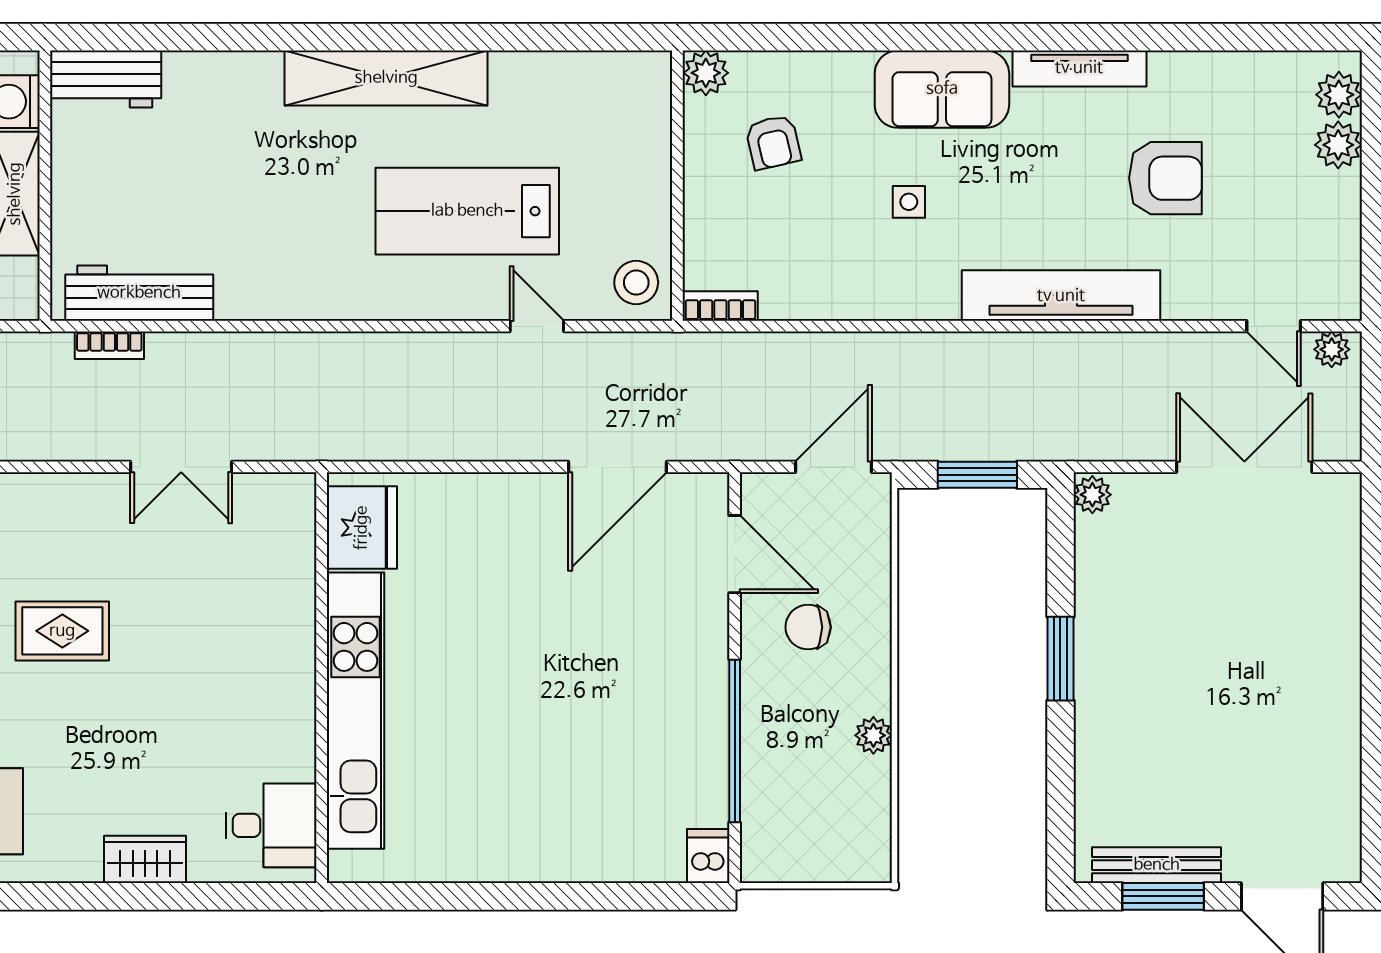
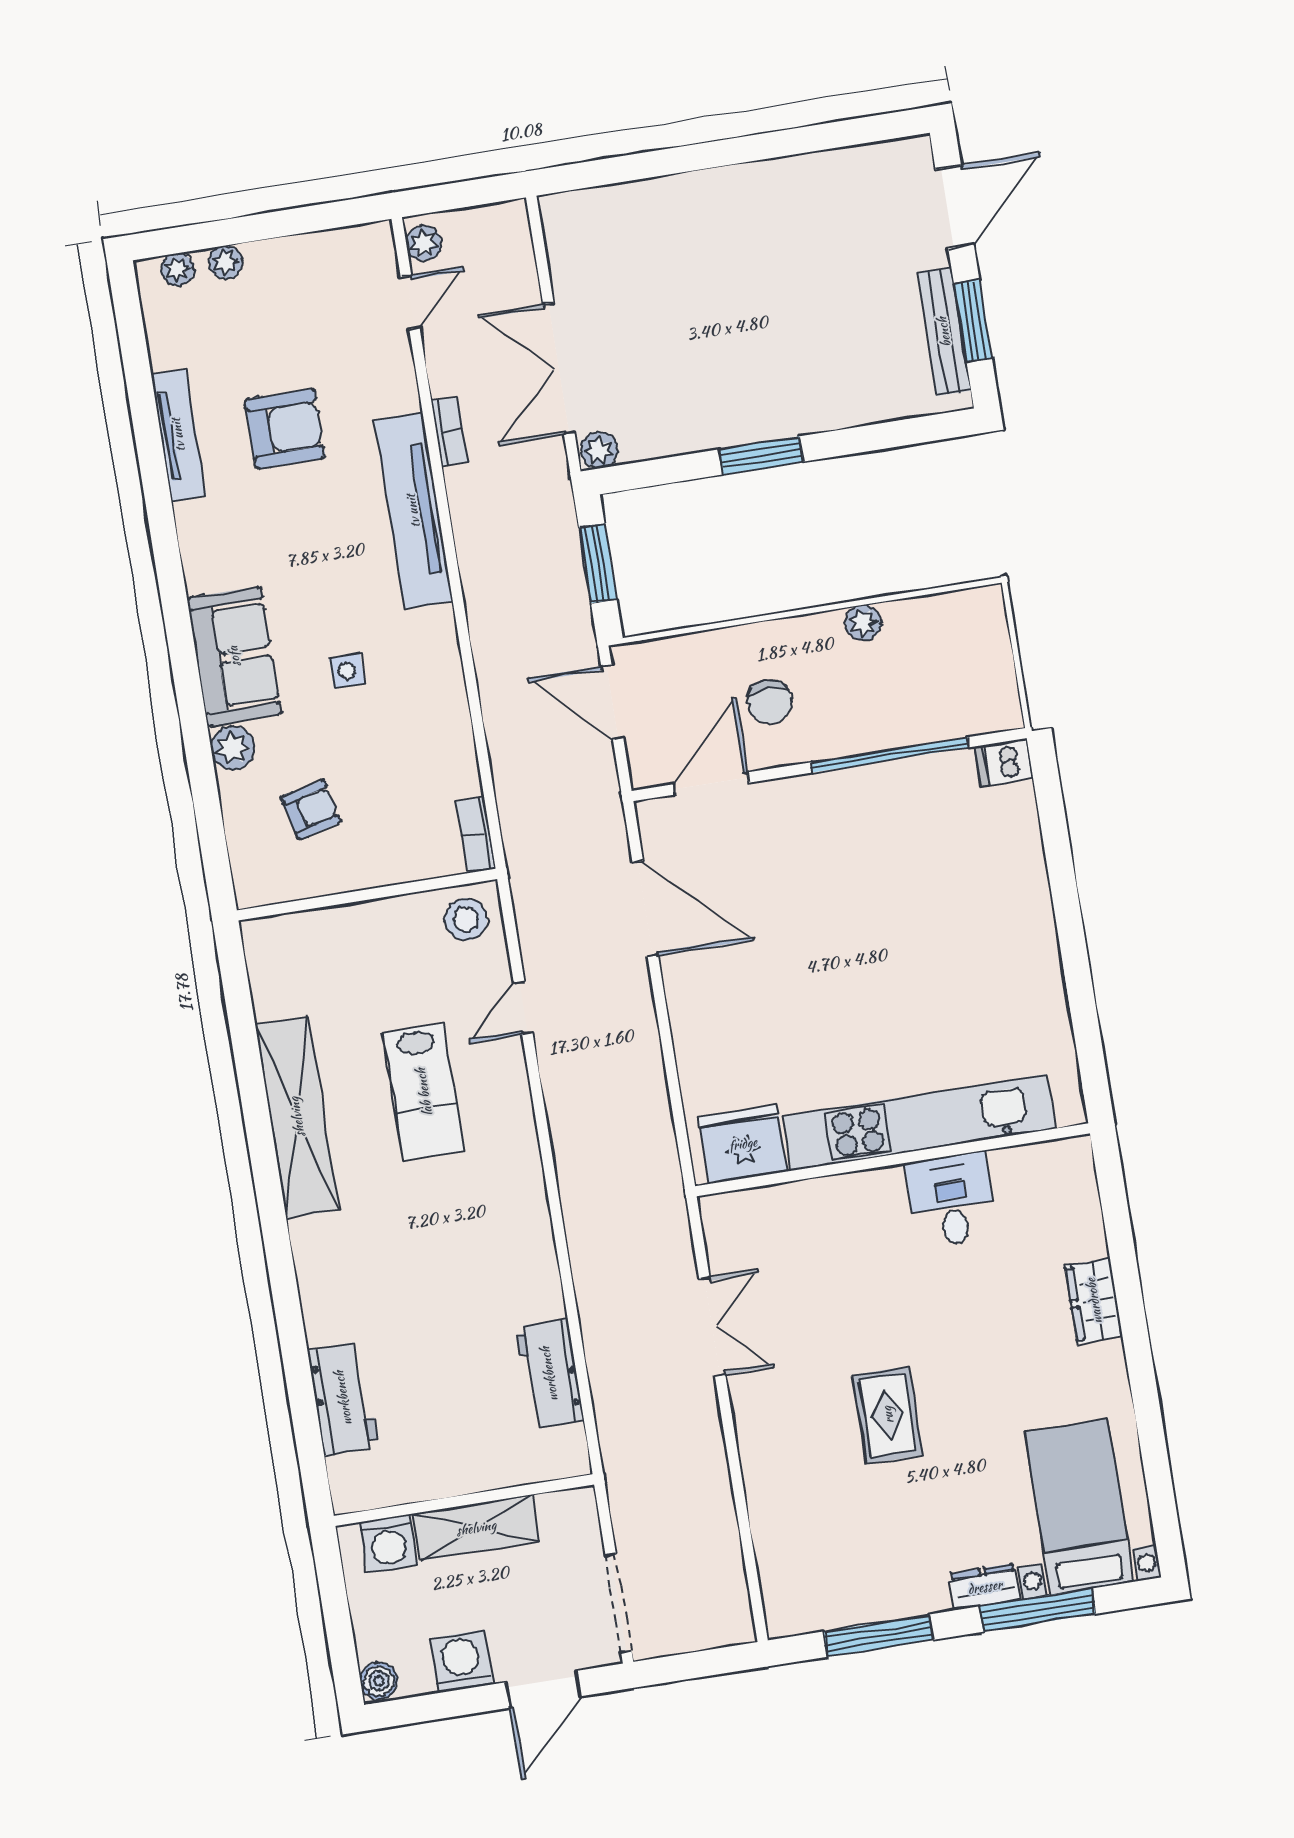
tv unit: (1079, 68) -> (178, 435), moved
plant: (706, 73) -> (233, 748), moved
shelving: (386, 78) -> (297, 1117), moved
workbench: (106, 79) -> (343, 1398), moved
plant: (1339, 95) -> (178, 270), width x0.73, depth x0.73
plant: (1338, 145) -> (226, 262), width x0.73, depth x0.73
armchair: (1165, 178) -> (285, 429), turned 90
lab bench: (467, 211) -> (424, 1092), width x0.73, depth x0.72
workbench: (139, 293) -> (549, 1374), width x0.73
bookcase: (109, 345) -> (450, 432), moved
double door: (1244, 467) -> (559, 369), moved
desk: (271, 825) -> (951, 1200), moved

